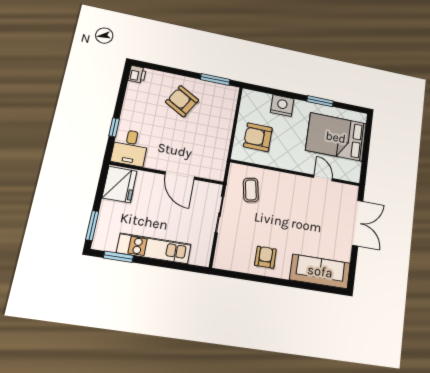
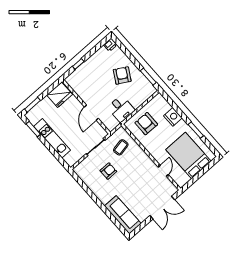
desk: (130, 148) -> (121, 109), moved, turned -90
armchair: (265, 257) -> (108, 171), moved

